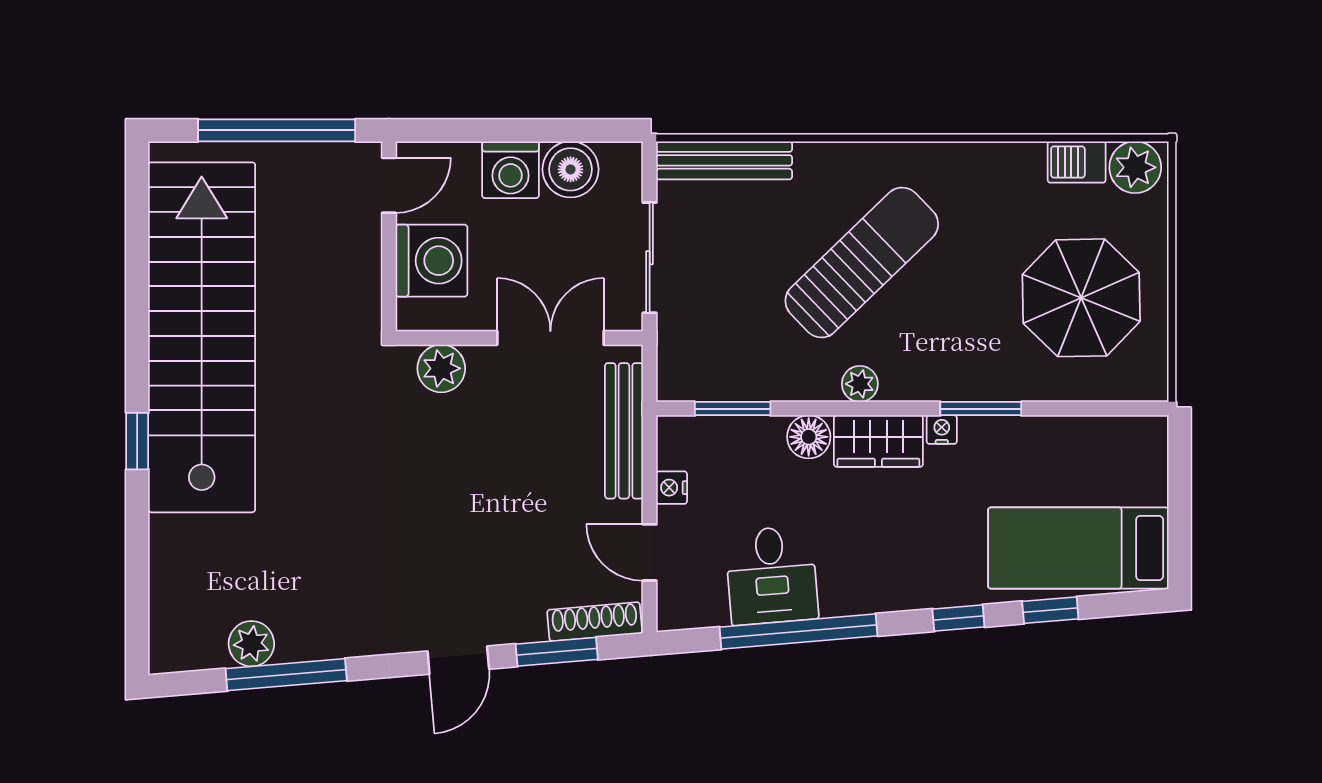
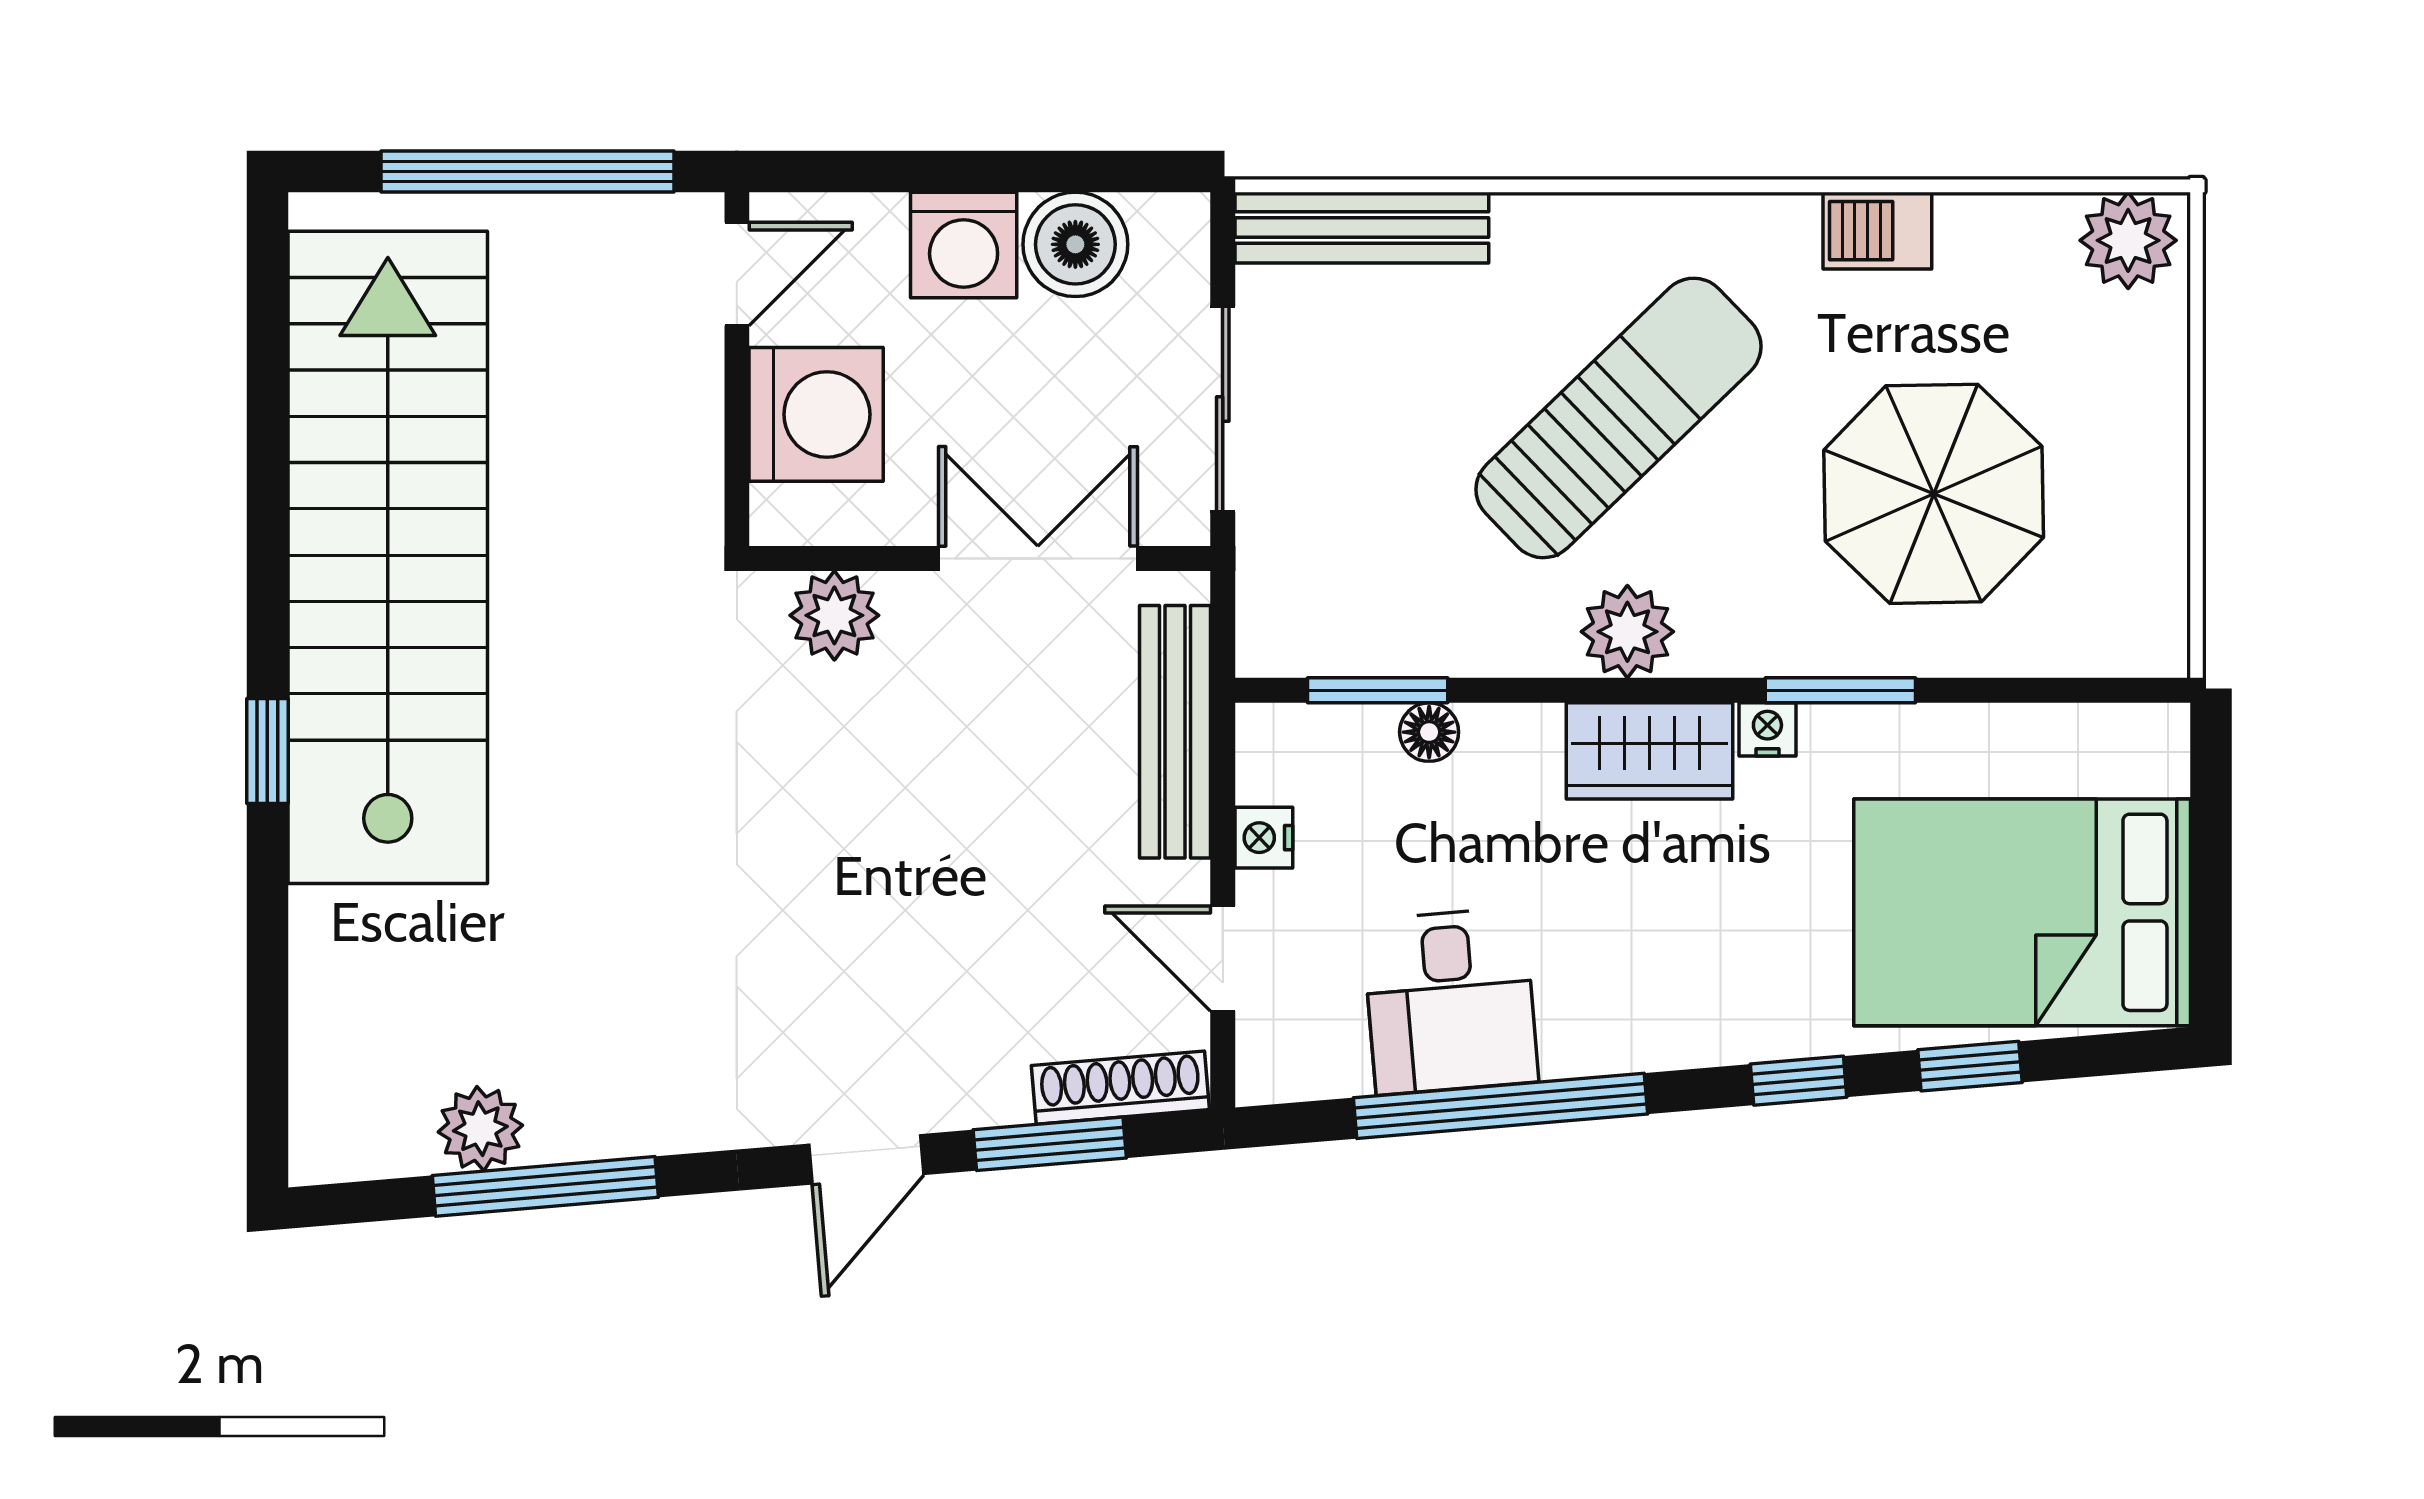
barbecue: (1077, 162) -> (1877, 231), moved
parasol: (1081, 298) -> (1934, 494), moved
plant: (860, 384) -> (1627, 632), width x1.38, depth x1.38
floor lamp: (809, 437) -> (1429, 732), moved, width x0.73, depth x0.73
bed: (1078, 548) -> (2022, 912), width x1.50

